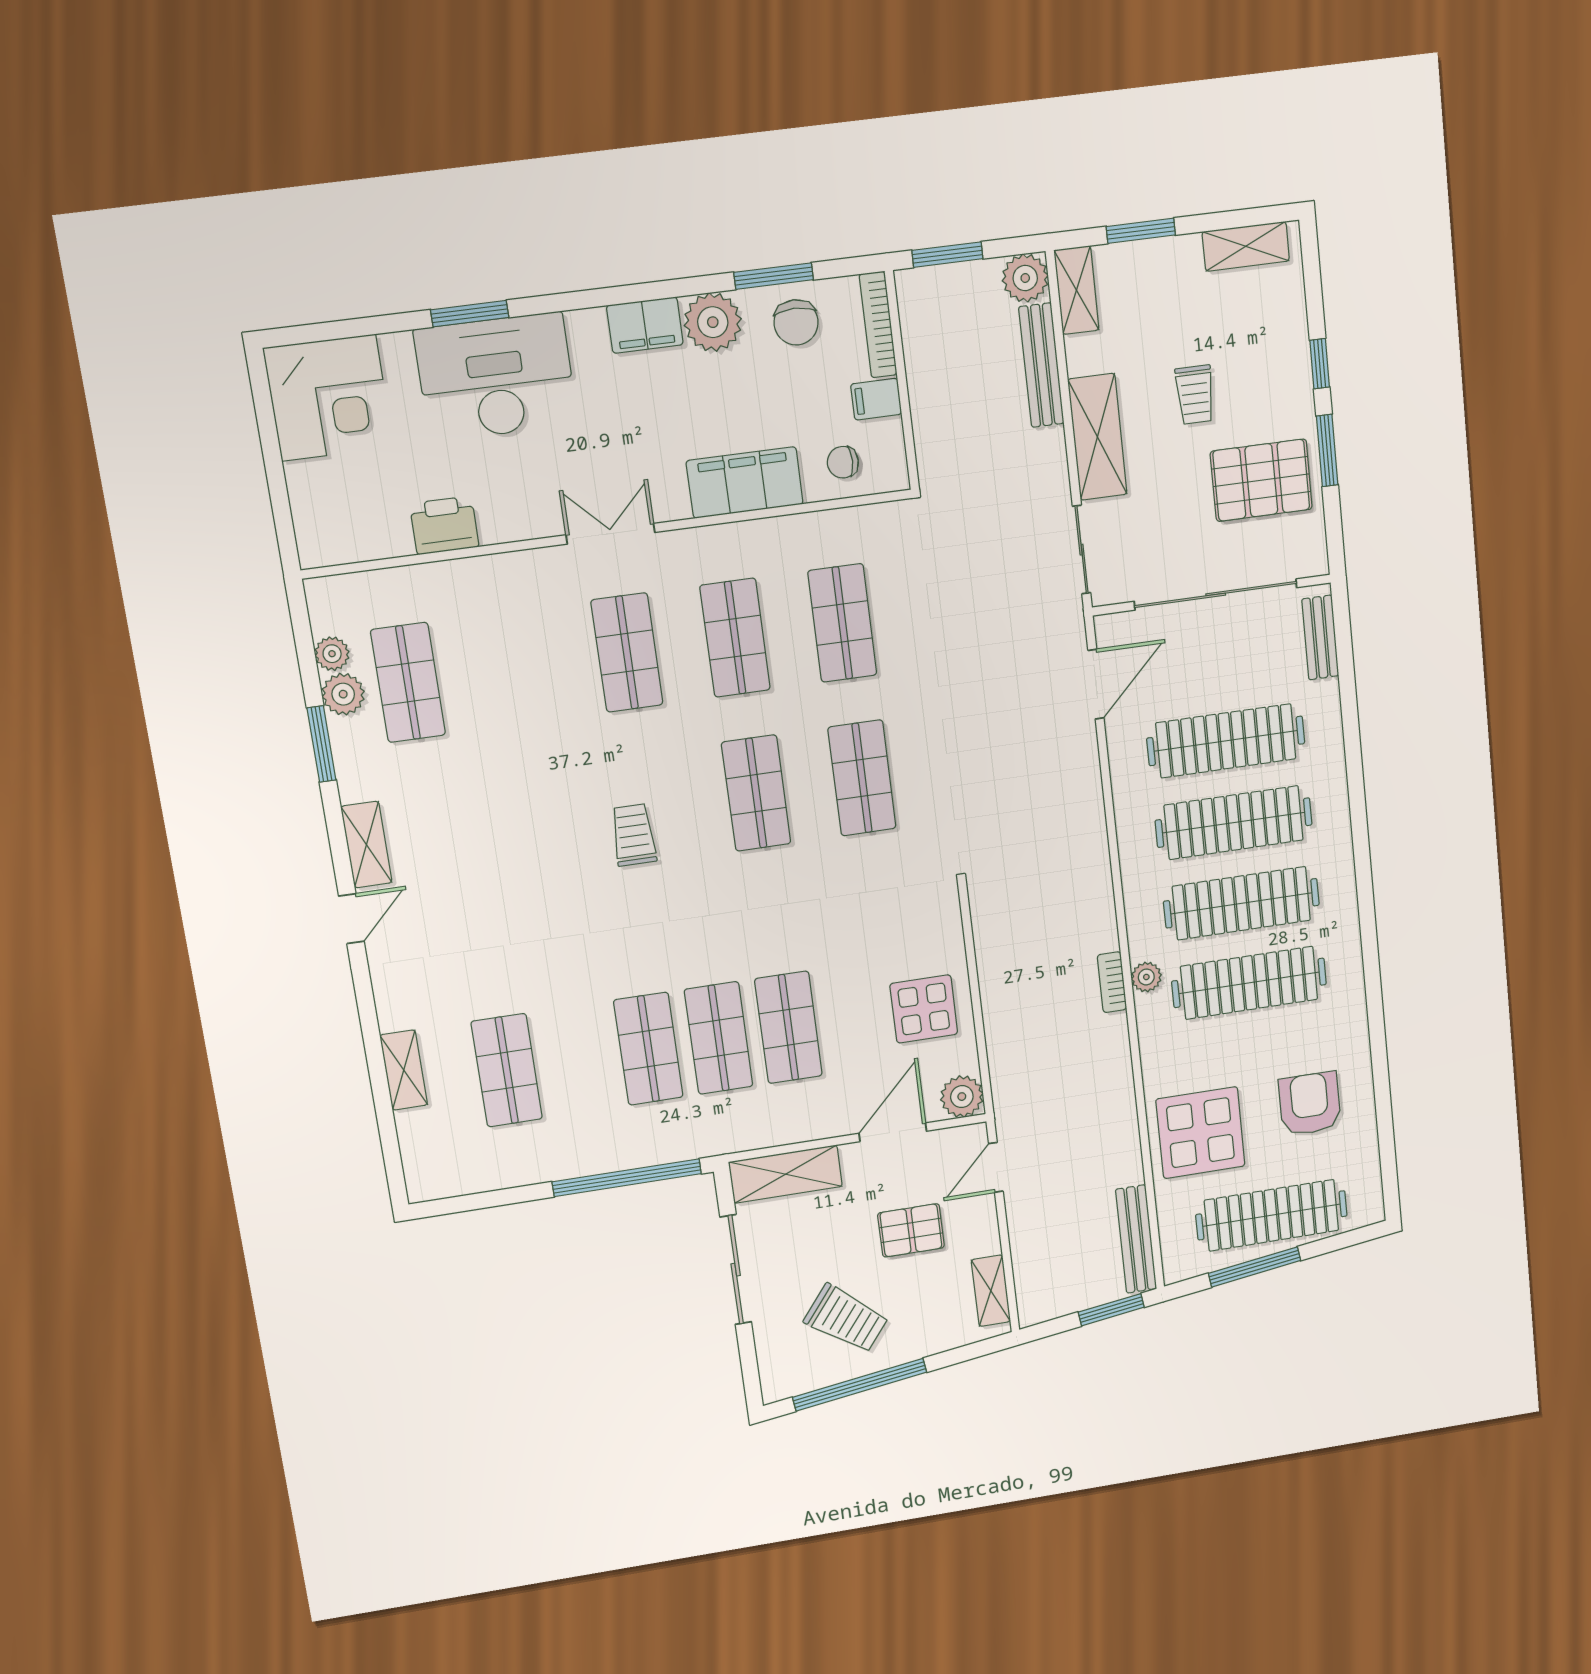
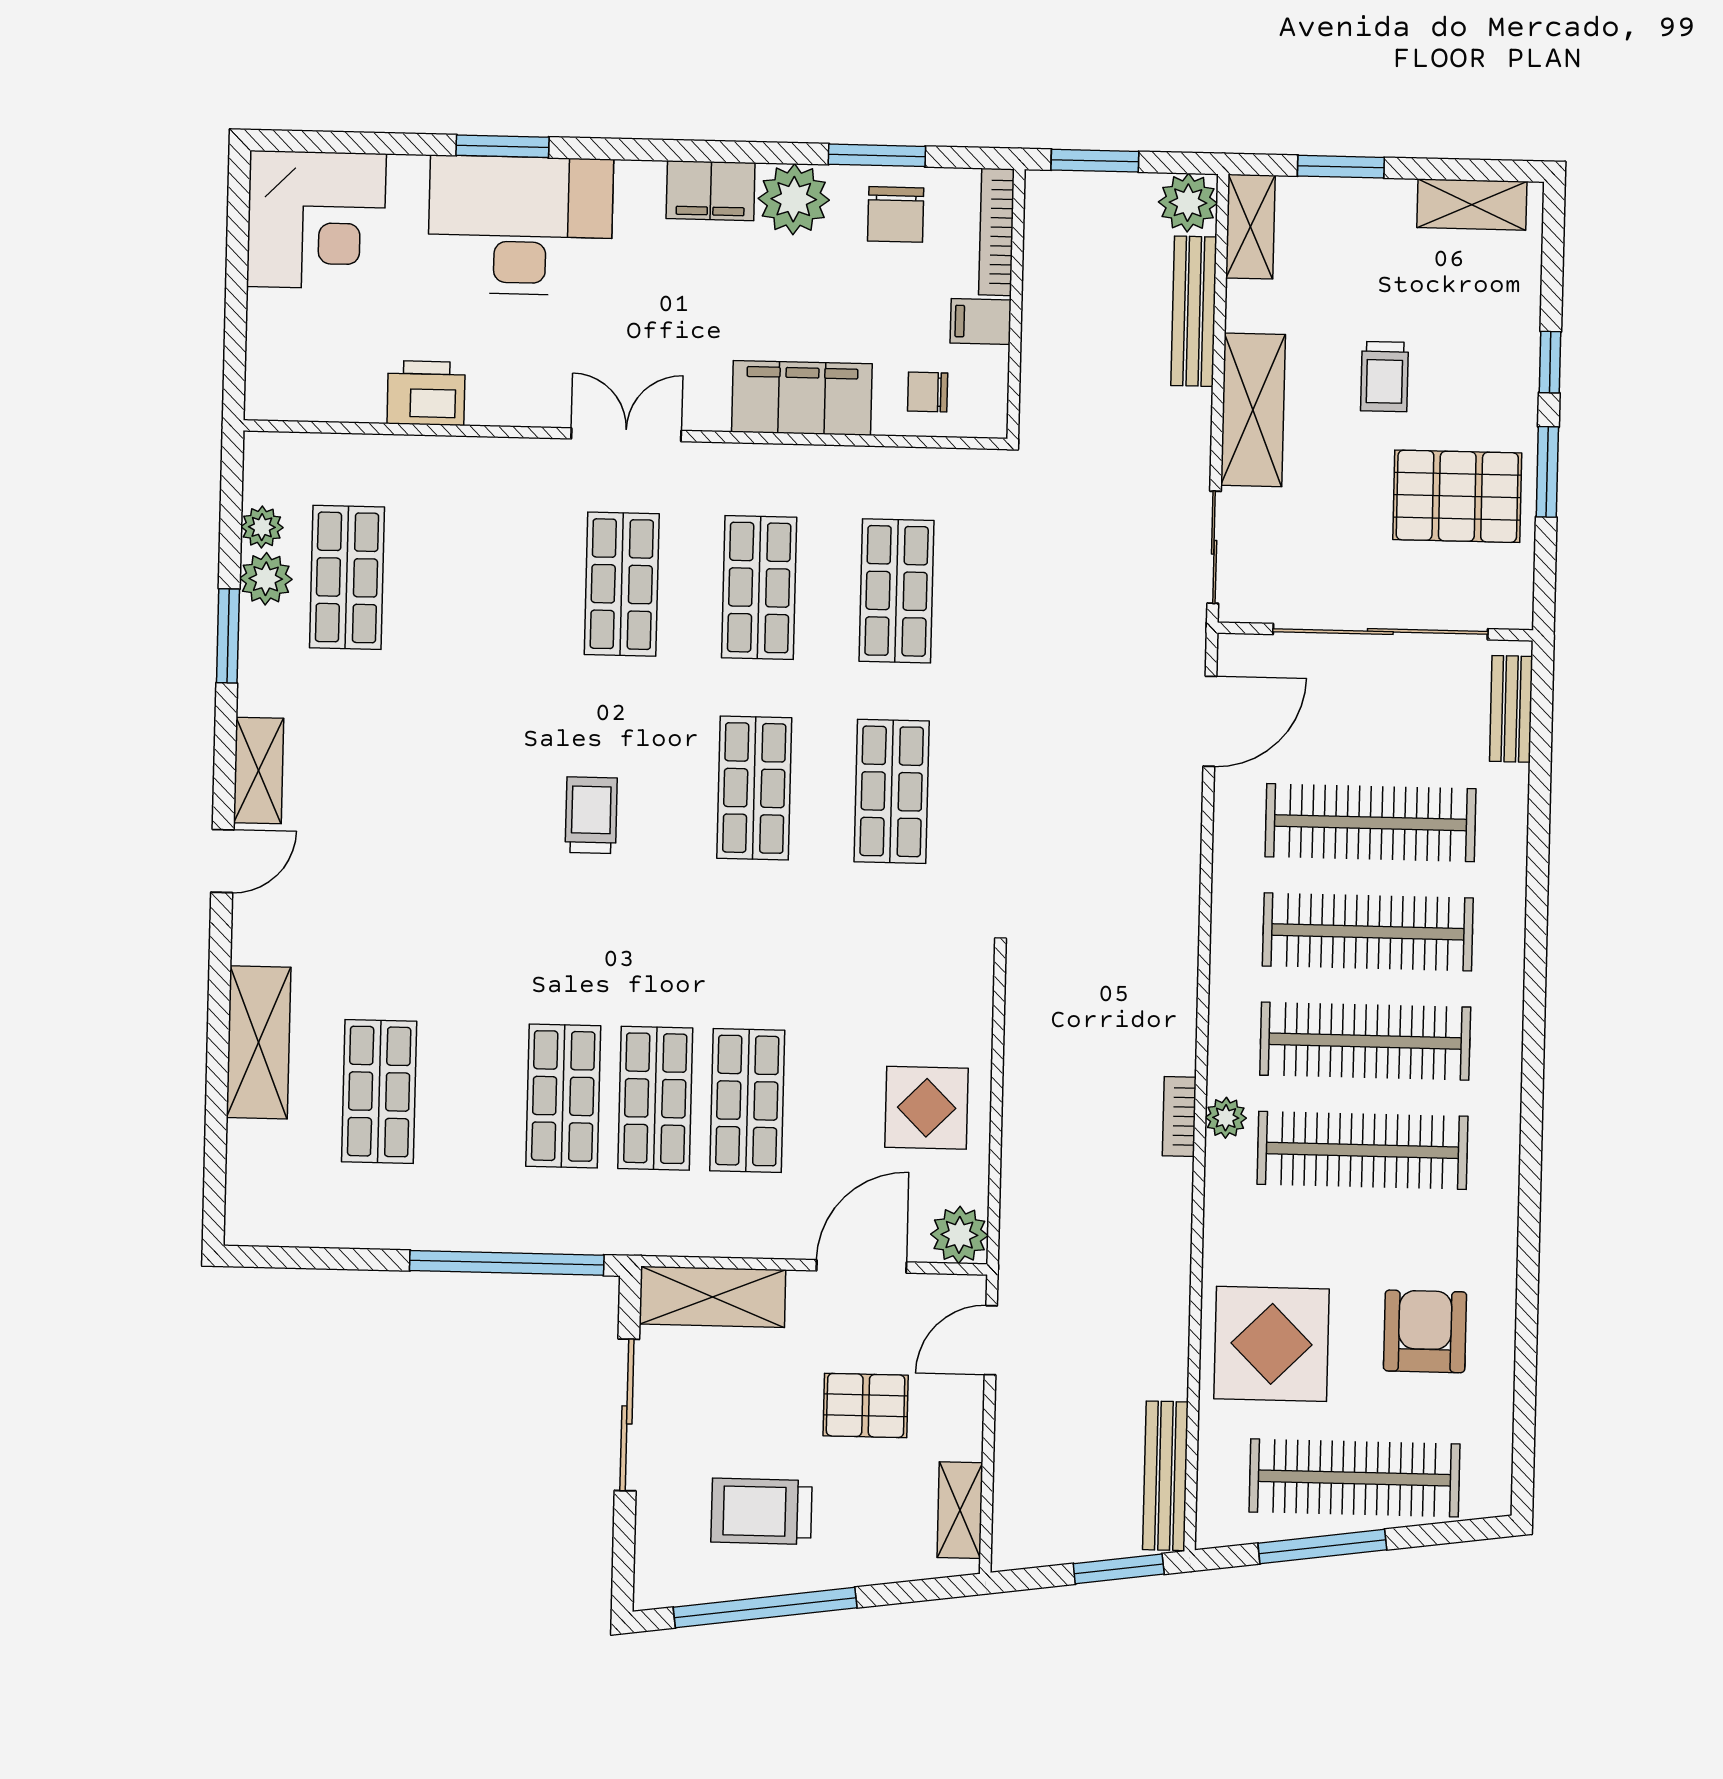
shelving: (404, 1070) -> (259, 1042), width x1.50, depth x1.33
trolley: (846, 1319) -> (761, 1511), turned 142

